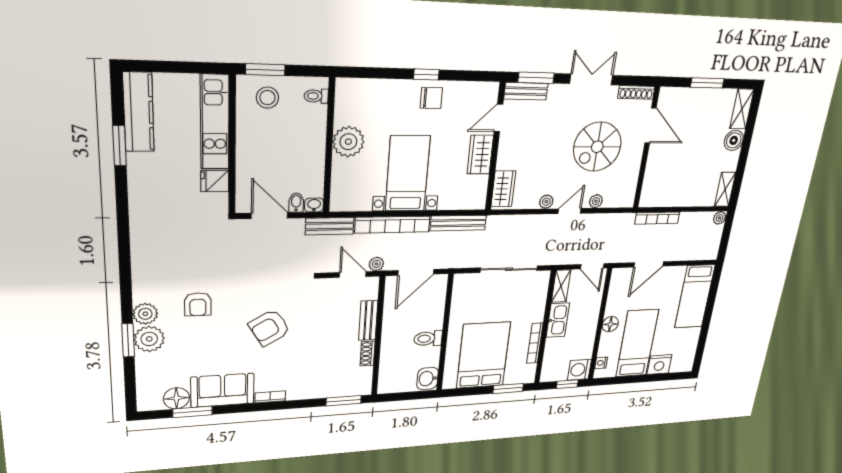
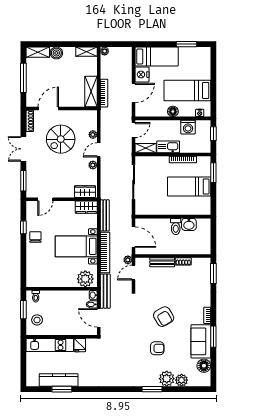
window: (265, 70) -> (23, 310), moved
window: (426, 74) -> (23, 227), moved
window: (707, 83) -> (23, 78), width x1.44
bench: (526, 91) -> (31, 186), removed
kitchen counter: (139, 112) -> (59, 380), moved
door: (498, 118) -> (45, 199), hinge flipped
plant: (348, 142) -> (85, 279), moved
spiral stairs: (597, 147) -> (61, 139), turned 90
wardrobe: (480, 155) -> (86, 207), moved
shelving: (664, 197) -> (91, 92), added
door: (570, 211) -> (99, 150), hinge flipped
door: (269, 216) -> (99, 318), hinge flipped
bench: (330, 226) -> (105, 291), width x1.36
door: (649, 264) -> (134, 93), hinge flipped
armchair: (198, 304) -> (157, 348), moved
plant: (145, 314) -> (181, 380), moved
window: (703, 338) -> (186, 44), added
window: (128, 340) -> (152, 389), moved
bed: (483, 355) -> (189, 186), width x0.67
nightstand: (659, 364) -> (142, 75), moved, turned 180
washing machine: (579, 370) -> (188, 127), moved
washbasin: (428, 379) -> (189, 224), moved
window: (192, 412) -> (213, 337), moved

